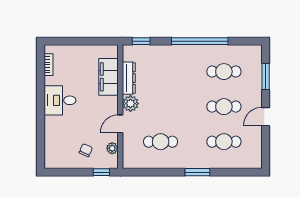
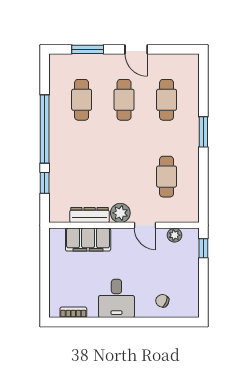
window: (141, 41) -> (45, 183), moved
chair: (86, 150) -> (162, 301), moved

